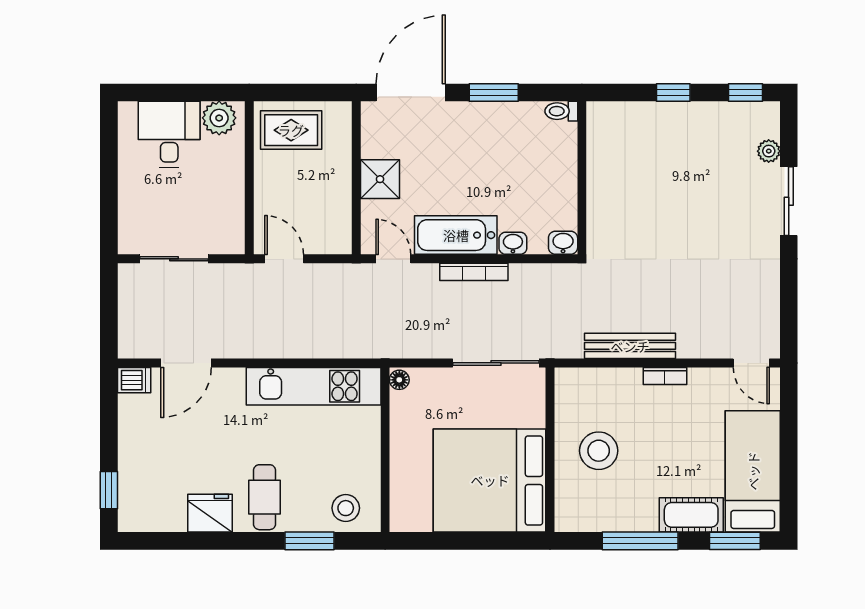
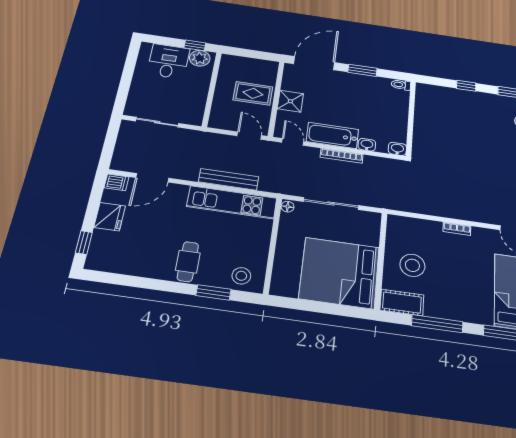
window: (207, 92) -> (195, 45), added
rug: (291, 130) -> (253, 93), moved
door: (284, 259) -> (249, 136), moved
bench: (630, 346) -> (229, 179), moved
sliding door: (496, 363) -> (331, 203), moved
fridge: (210, 513) -> (110, 217), moved, turned 90
cot: (691, 515) -> (402, 303), moved

